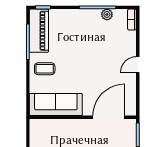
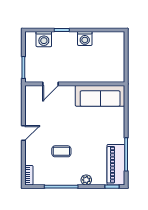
plant: (107, 14) -> (86, 180), moved
coffee table: (45, 69) -> (61, 151), moved
door: (109, 117) -> (51, 84), width x0.53

